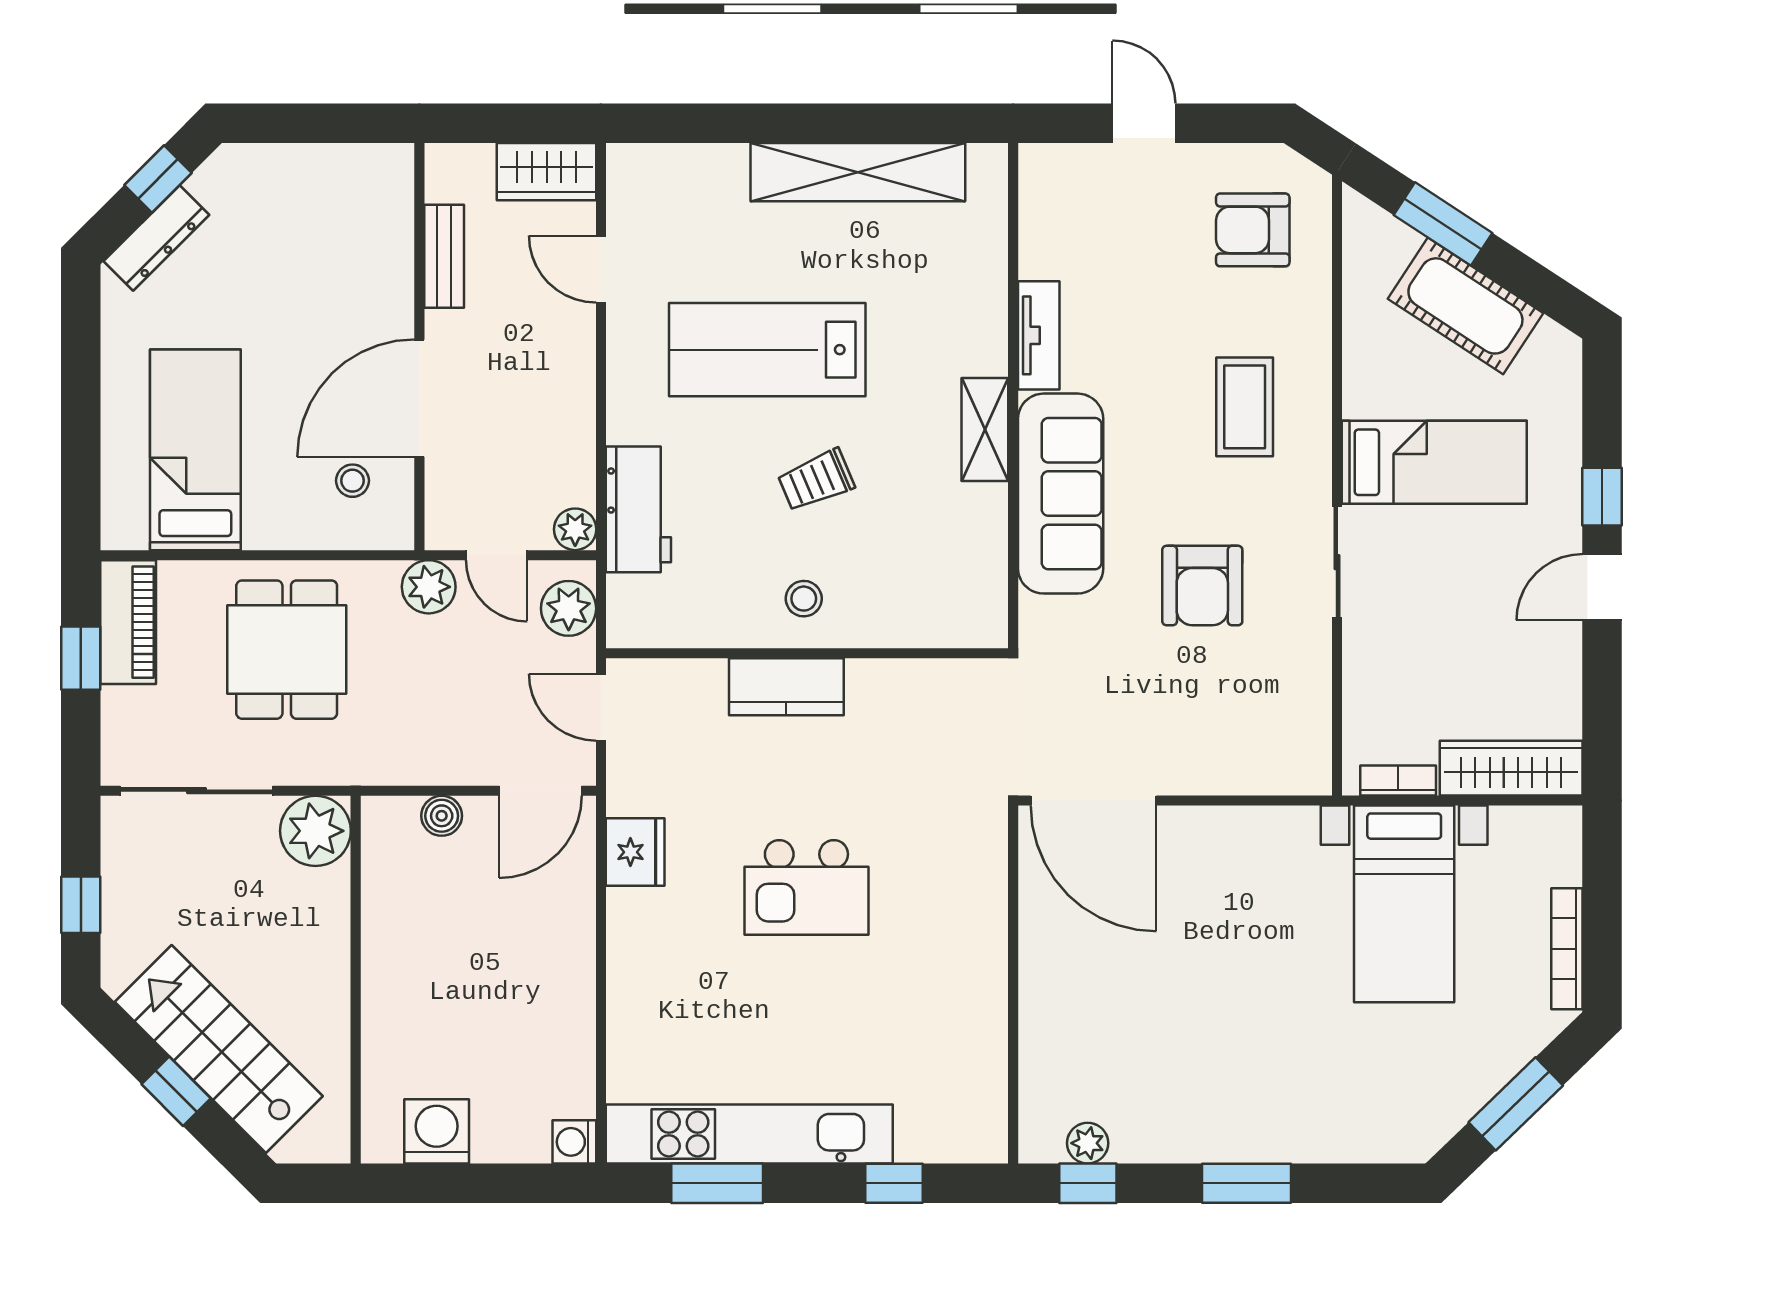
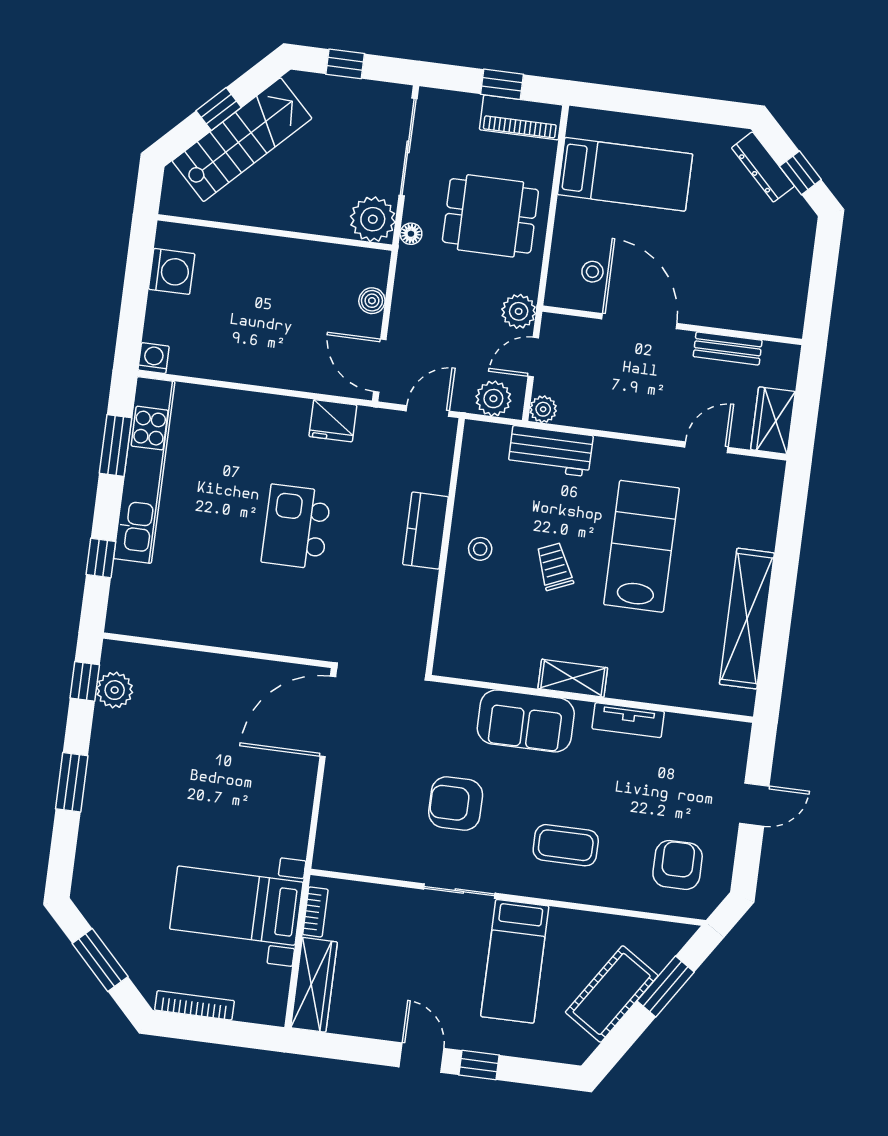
sofa: (1061, 494) -> (526, 721), width x0.73
floor lamp: (330, 769) -> (411, 234), added
plant: (1088, 1143) -> (115, 690), width x1.38, depth x1.38

